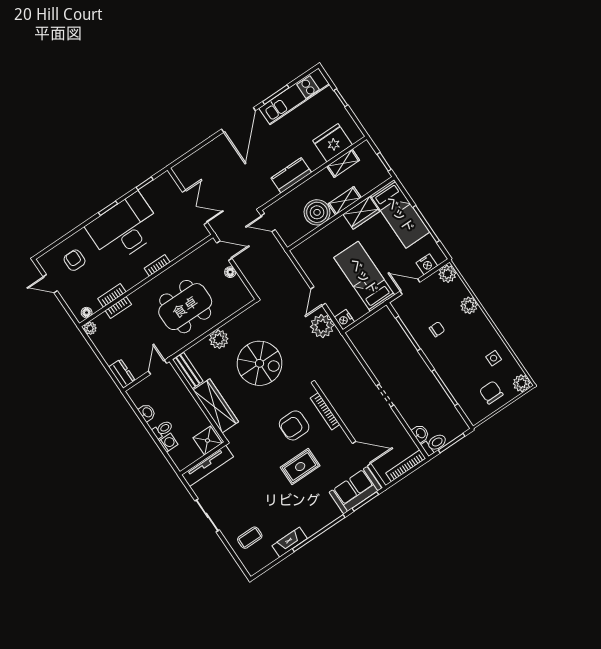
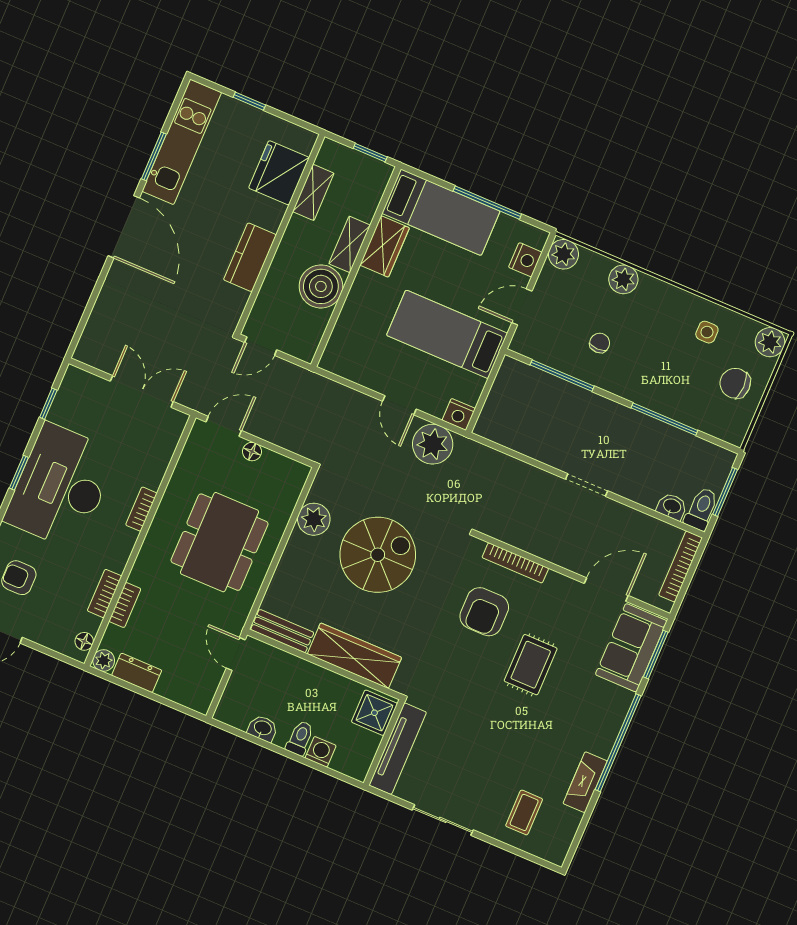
plant: (219, 339) -> (314, 519), moved
dresser: (122, 374) -> (137, 673), moved

